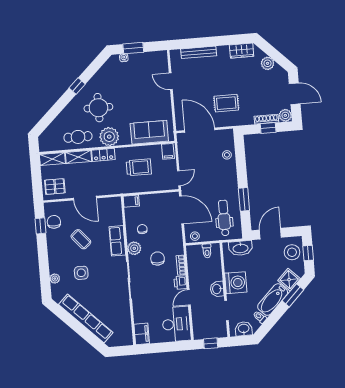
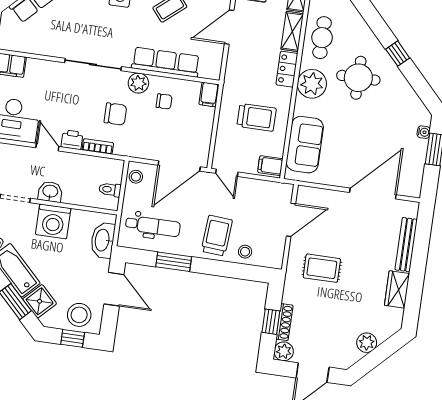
wardrobe: (242, 51) -> (397, 289), moved
door: (171, 81) -> (373, 194), width x1.87
rug: (226, 103) -> (322, 268), turned 90
door: (200, 130) -> (291, 220), width x0.73
trolley: (139, 167) -> (257, 117), turned -90
trolley: (221, 175) -> (217, 236), added
row of seats: (117, 241) -> (166, 62), width x1.48

